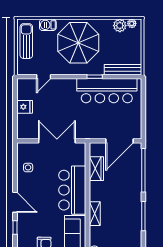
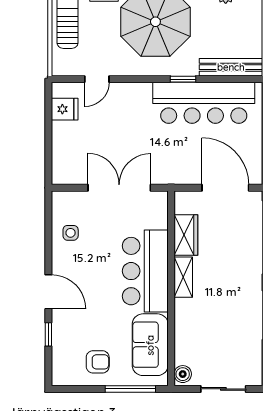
fridge: (25, 107) -> (65, 109), moved
door: (120, 141) -> (225, 188), swing flipped
shelving: (95, 214) -> (183, 277), moved

